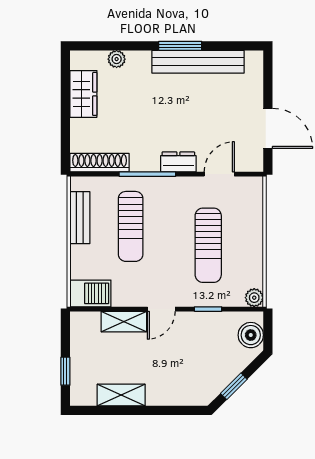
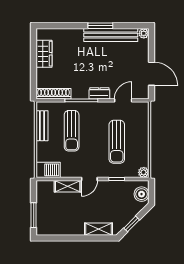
plant: (117, 59) -> (144, 33), moved
window: (65, 371) -> (34, 215), width x1.50
shelving: (121, 395) -> (98, 229), moved

